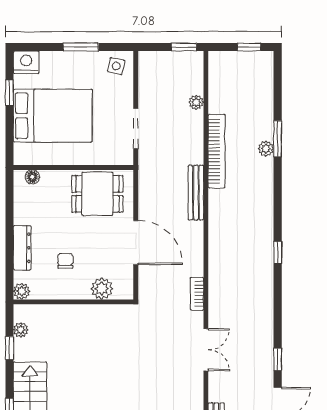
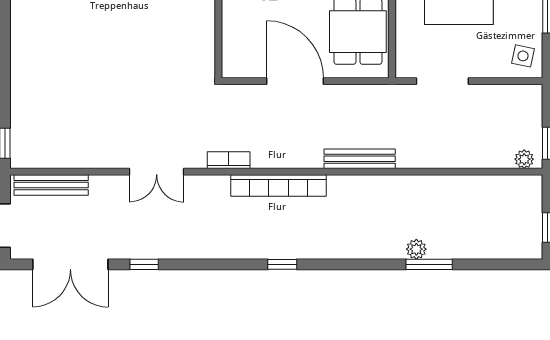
plant: (196, 102) -> (524, 159), moved
bookcase: (217, 151) -> (279, 186), moved
door: (136, 243) -> (295, 81), swing flipped
plant: (102, 289) -> (235, 37), removed

